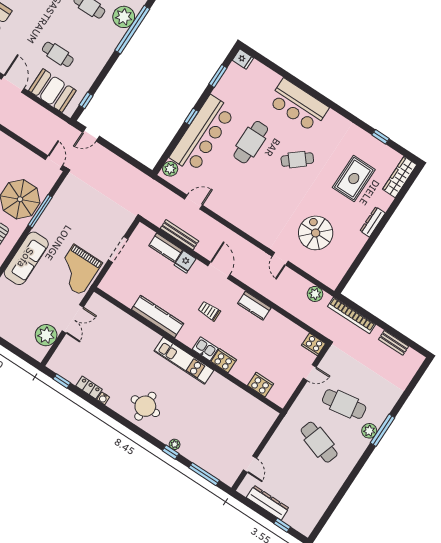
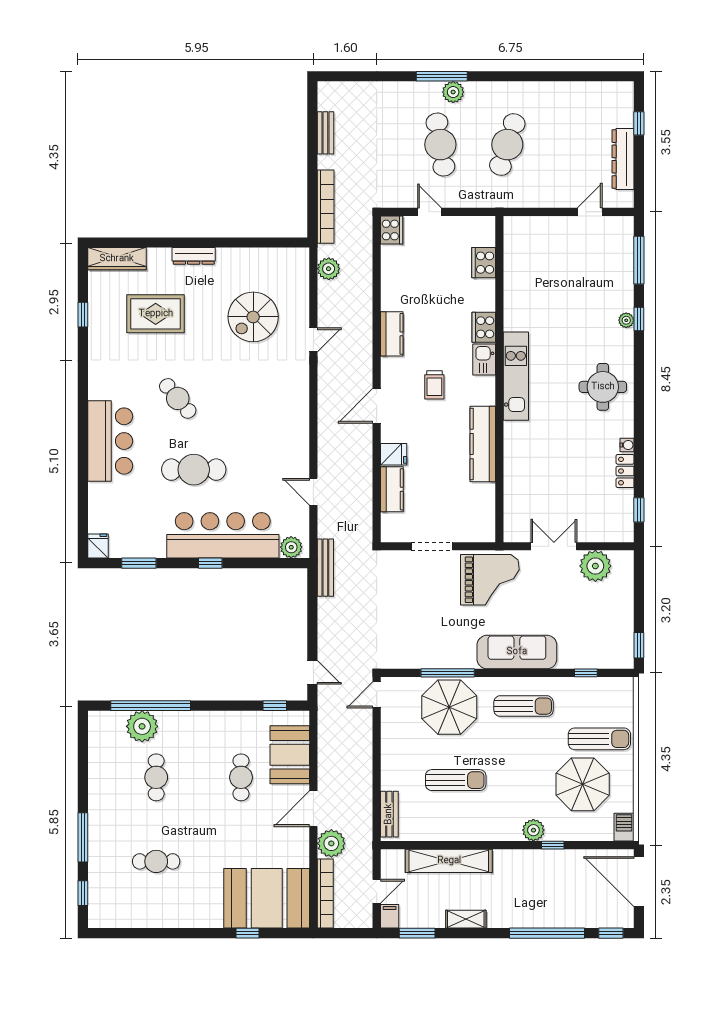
bench: (179, 235) -> (325, 568), moved

